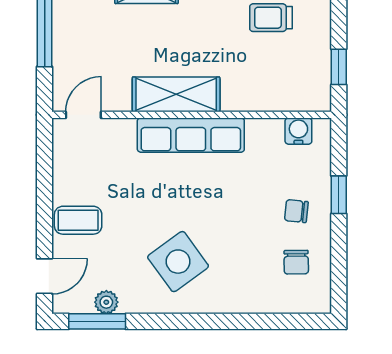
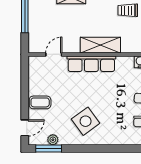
shelving: (176, 94) -> (100, 45), moved
door: (83, 115) -> (54, 54), moved

